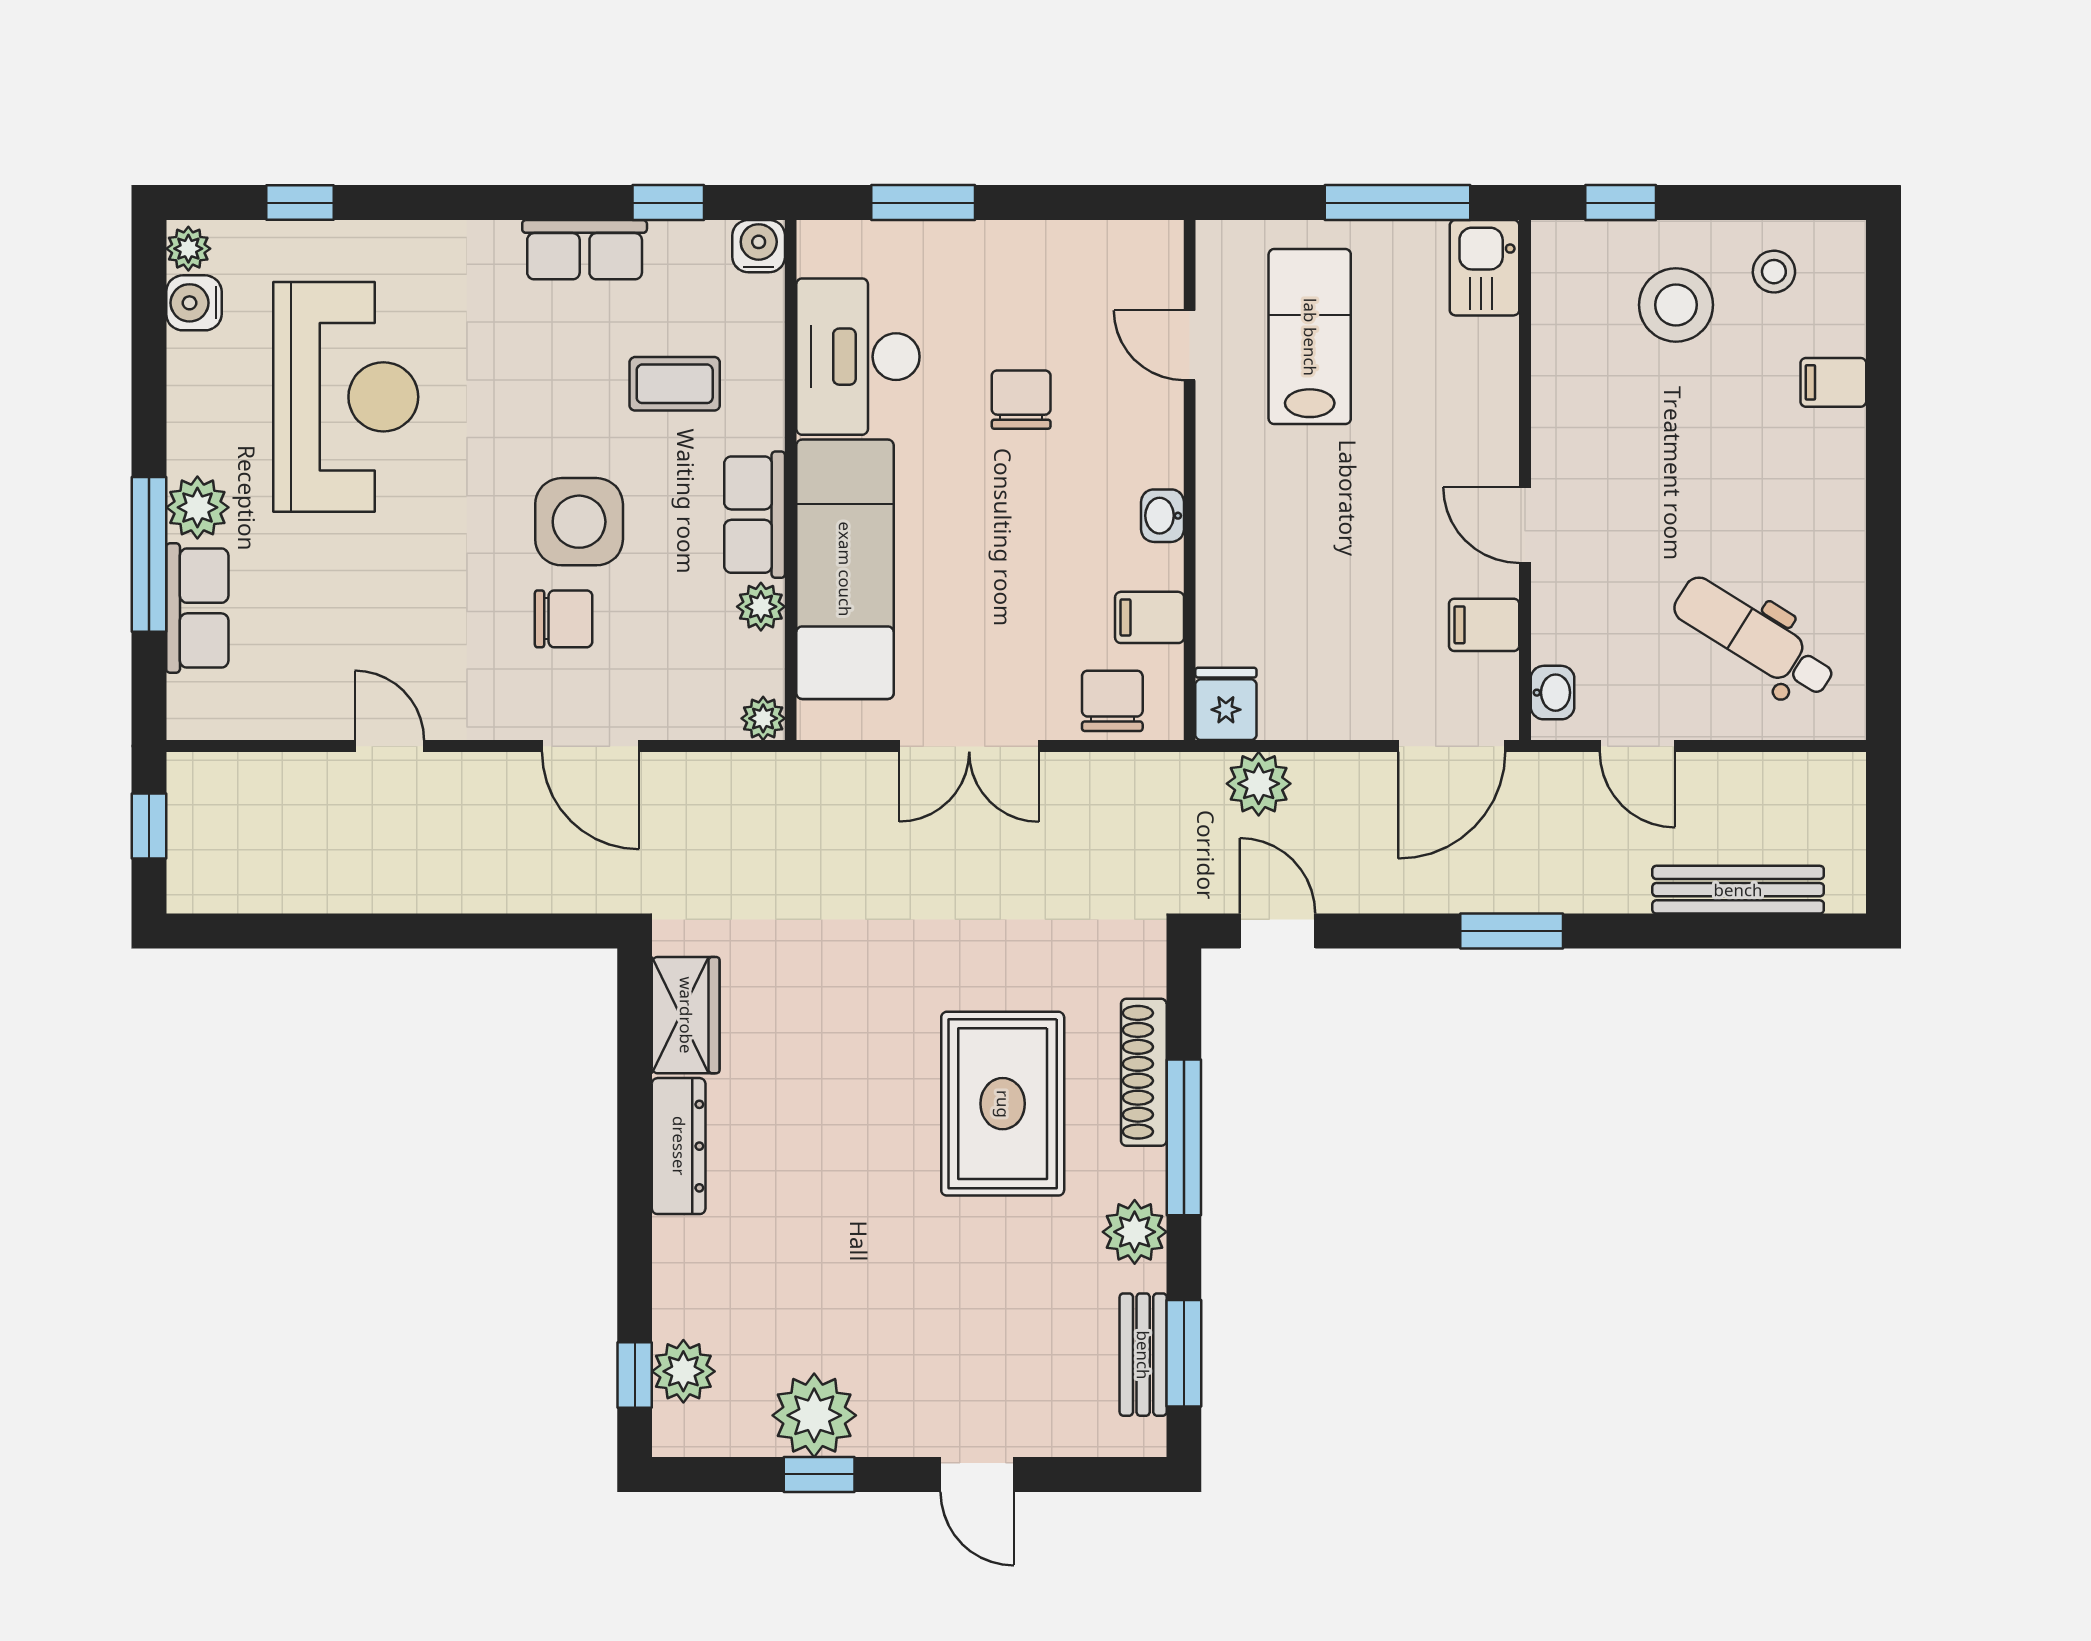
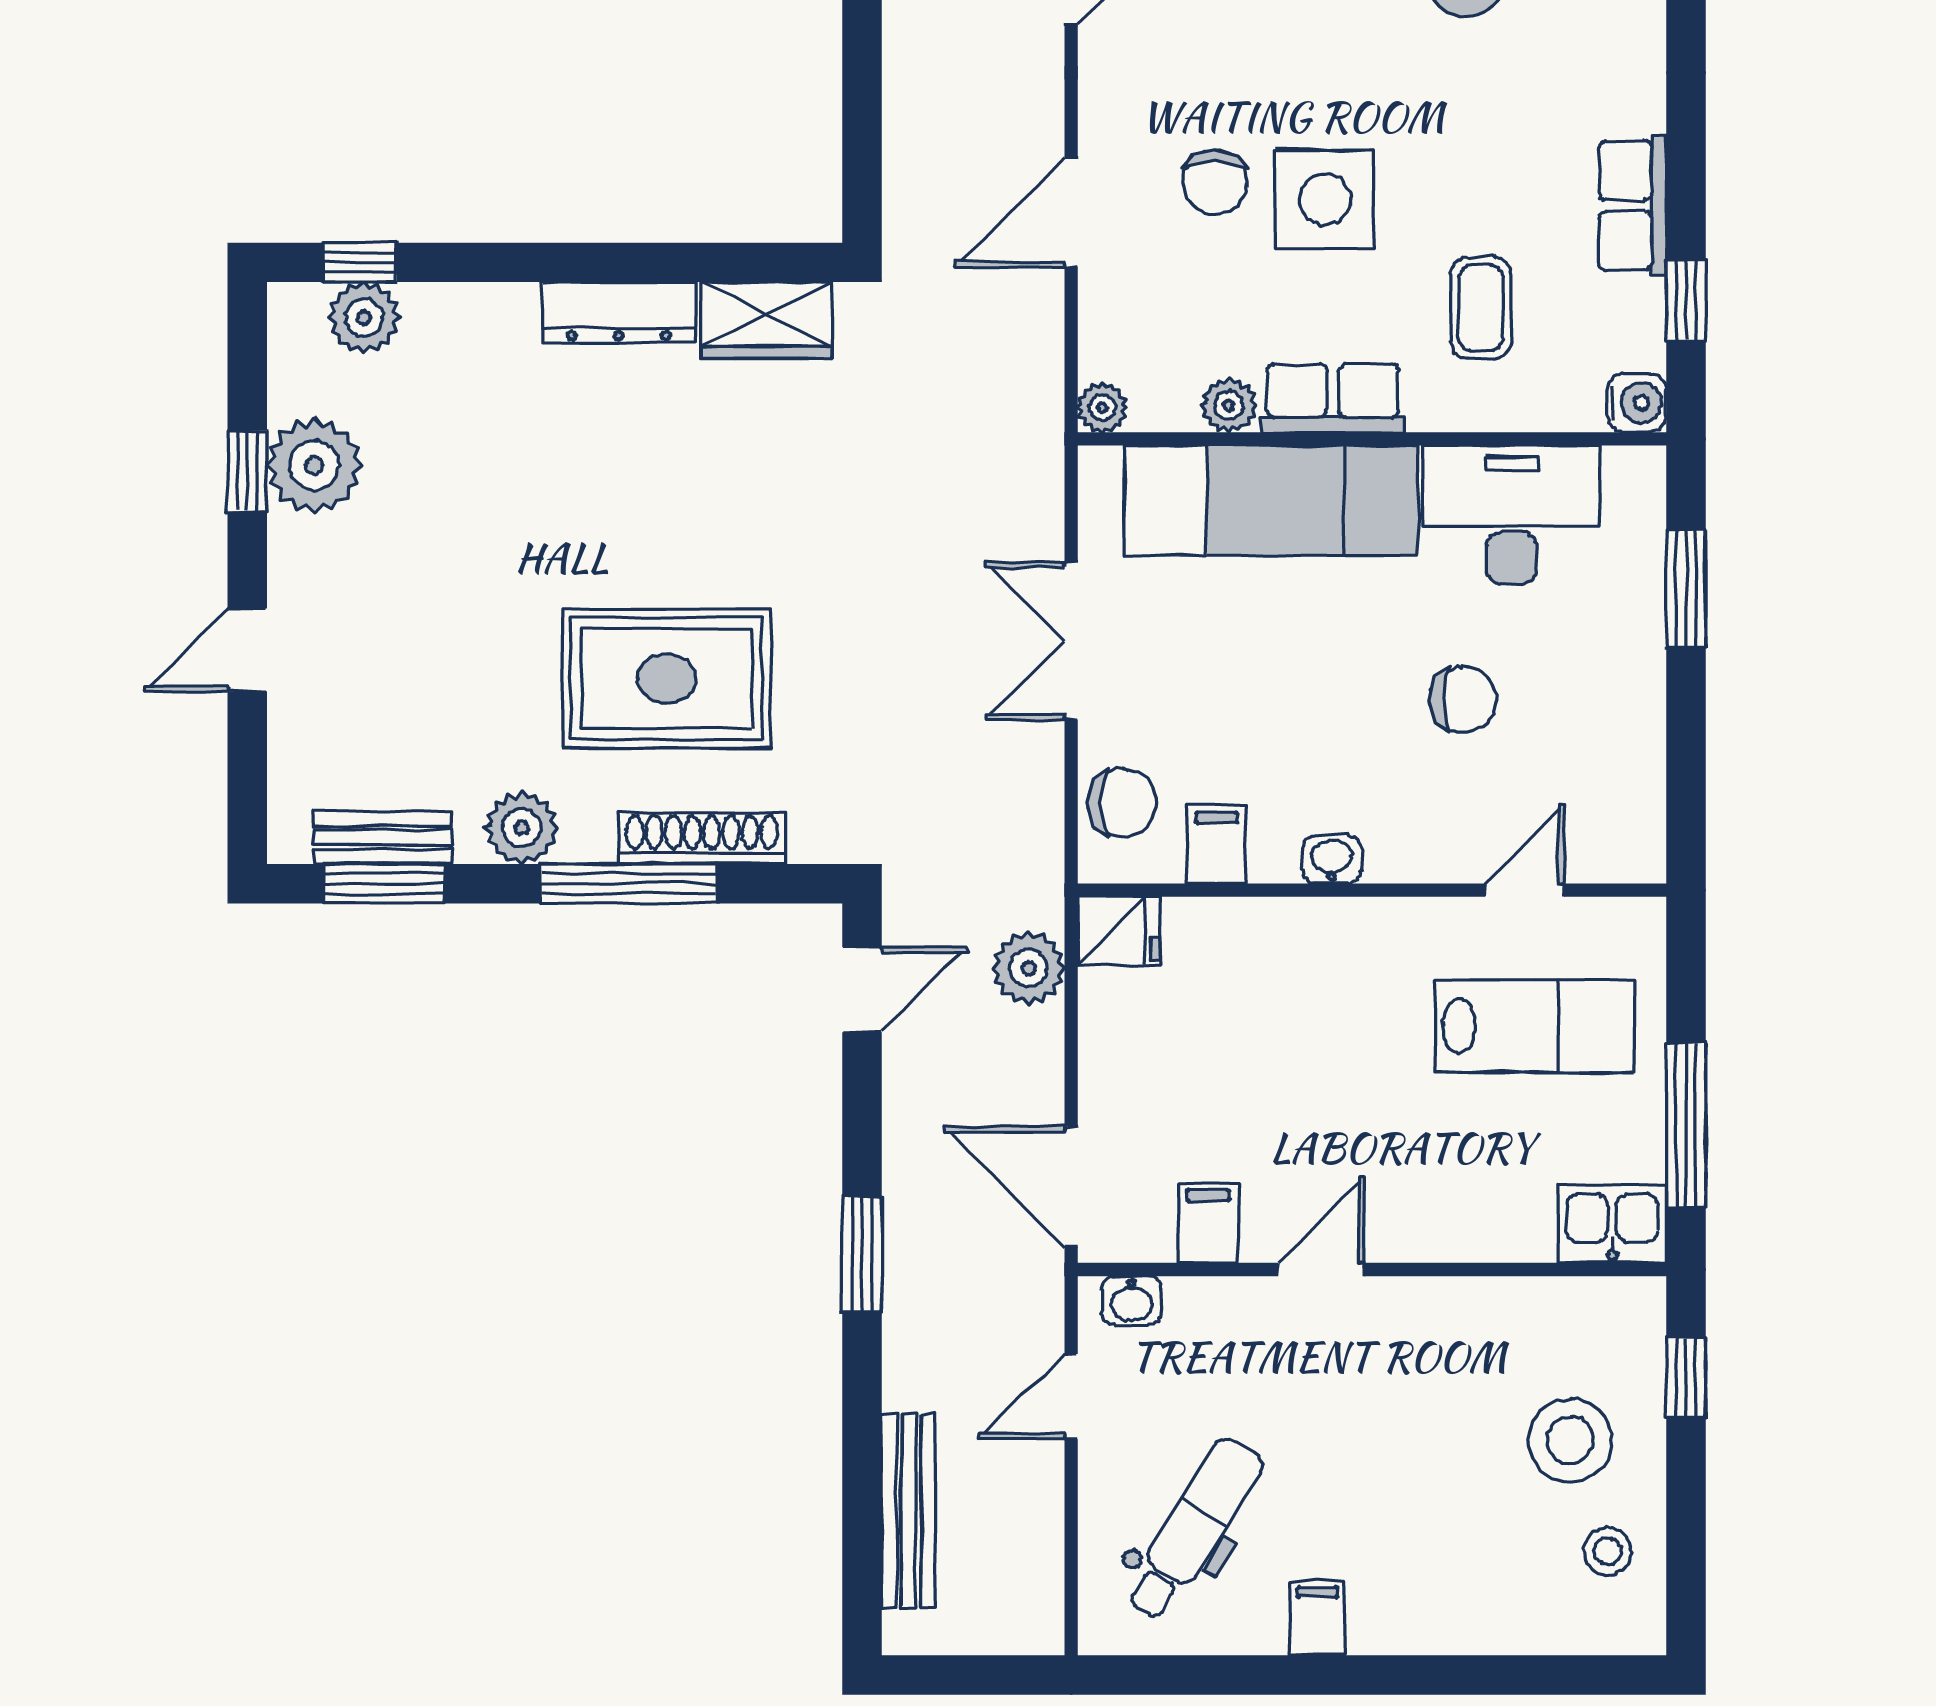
filing cabinet: (1833, 382) -> (1317, 1618), moved

